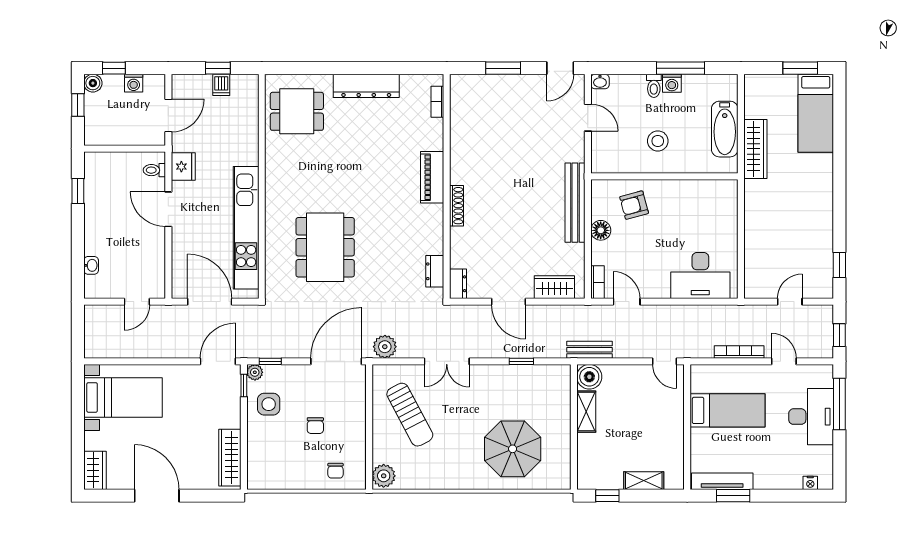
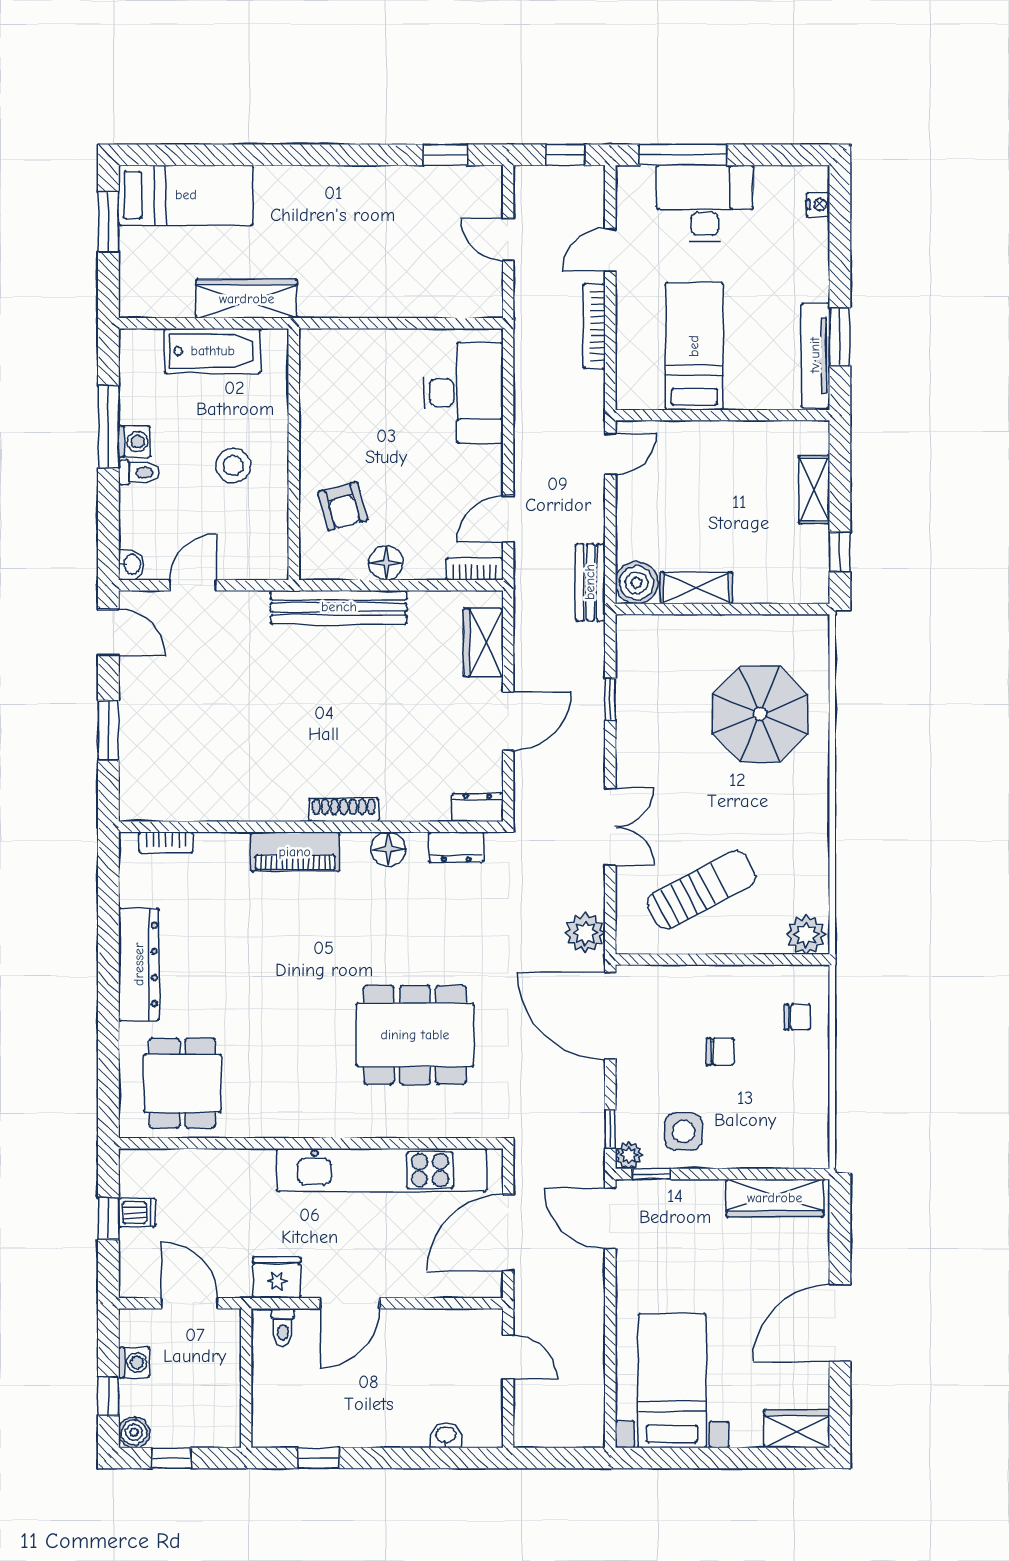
floor lamp: (434, 232) -> (388, 849), added

